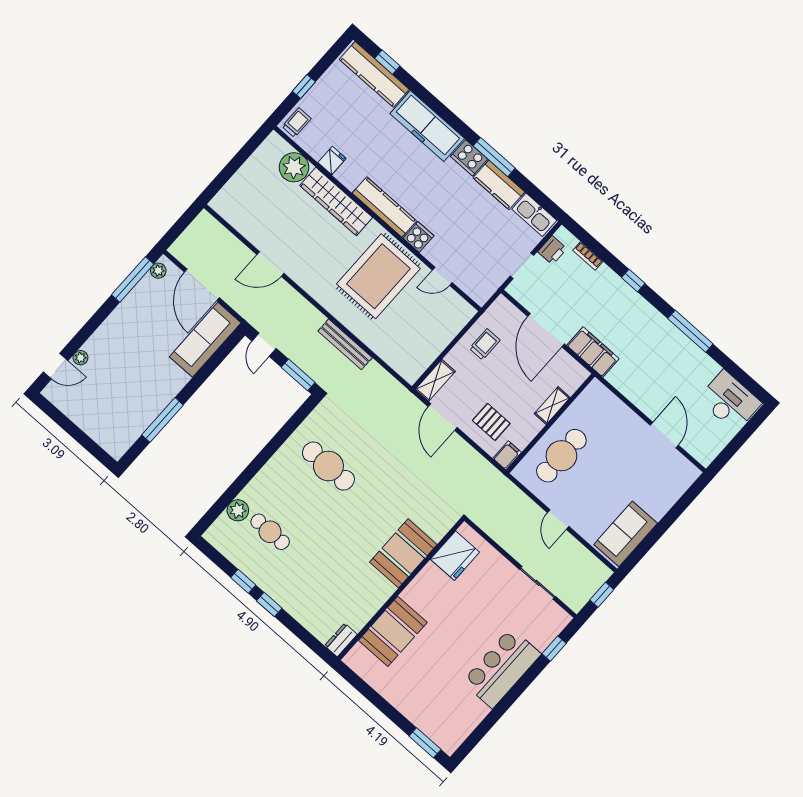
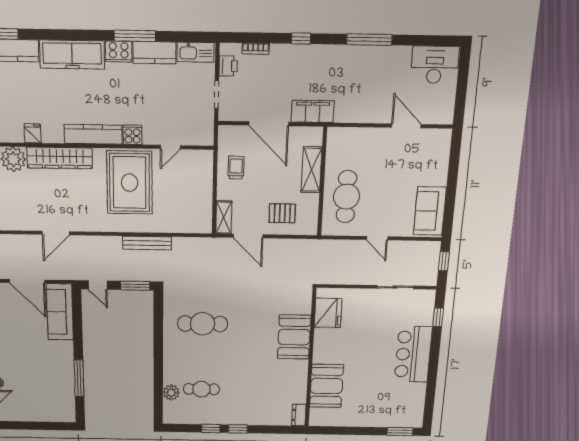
shelving: (552, 406) -> (312, 170), width x1.50, depth x1.33
filing cabinet: (507, 455) -> (310, 226), removed

